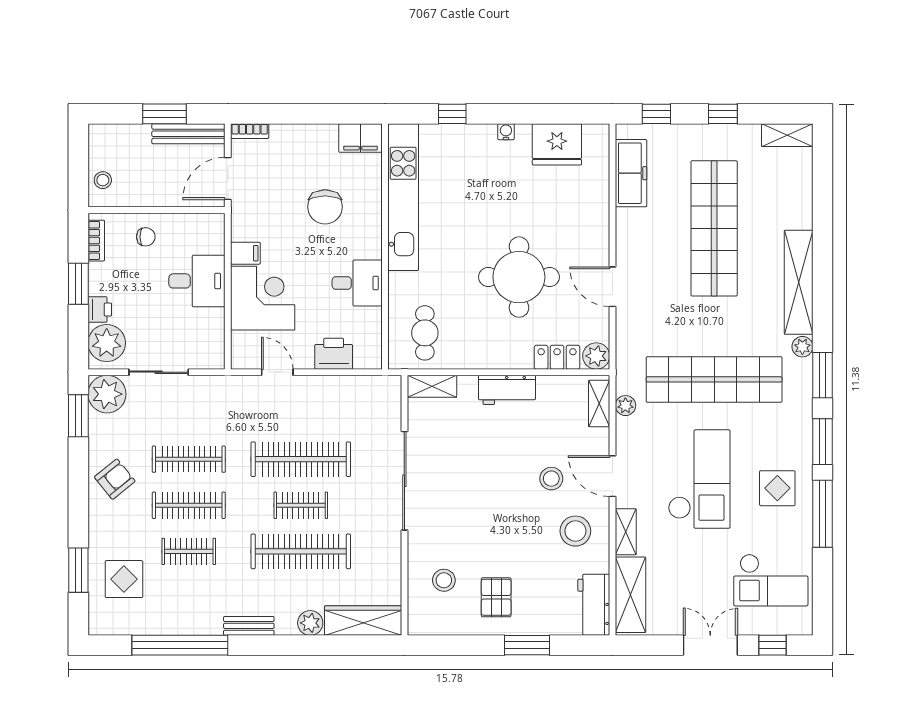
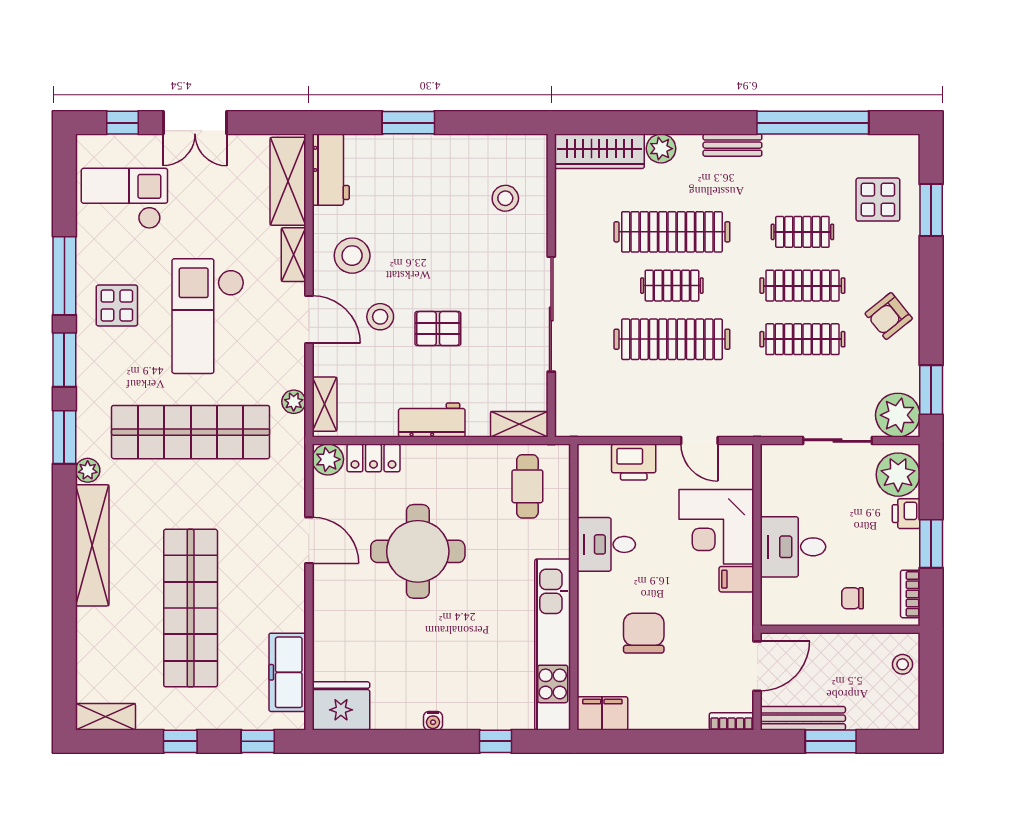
fridge: (557, 144) -> (341, 706), moved
pallet: (496, 597) -> (438, 329), moved, turned 90

